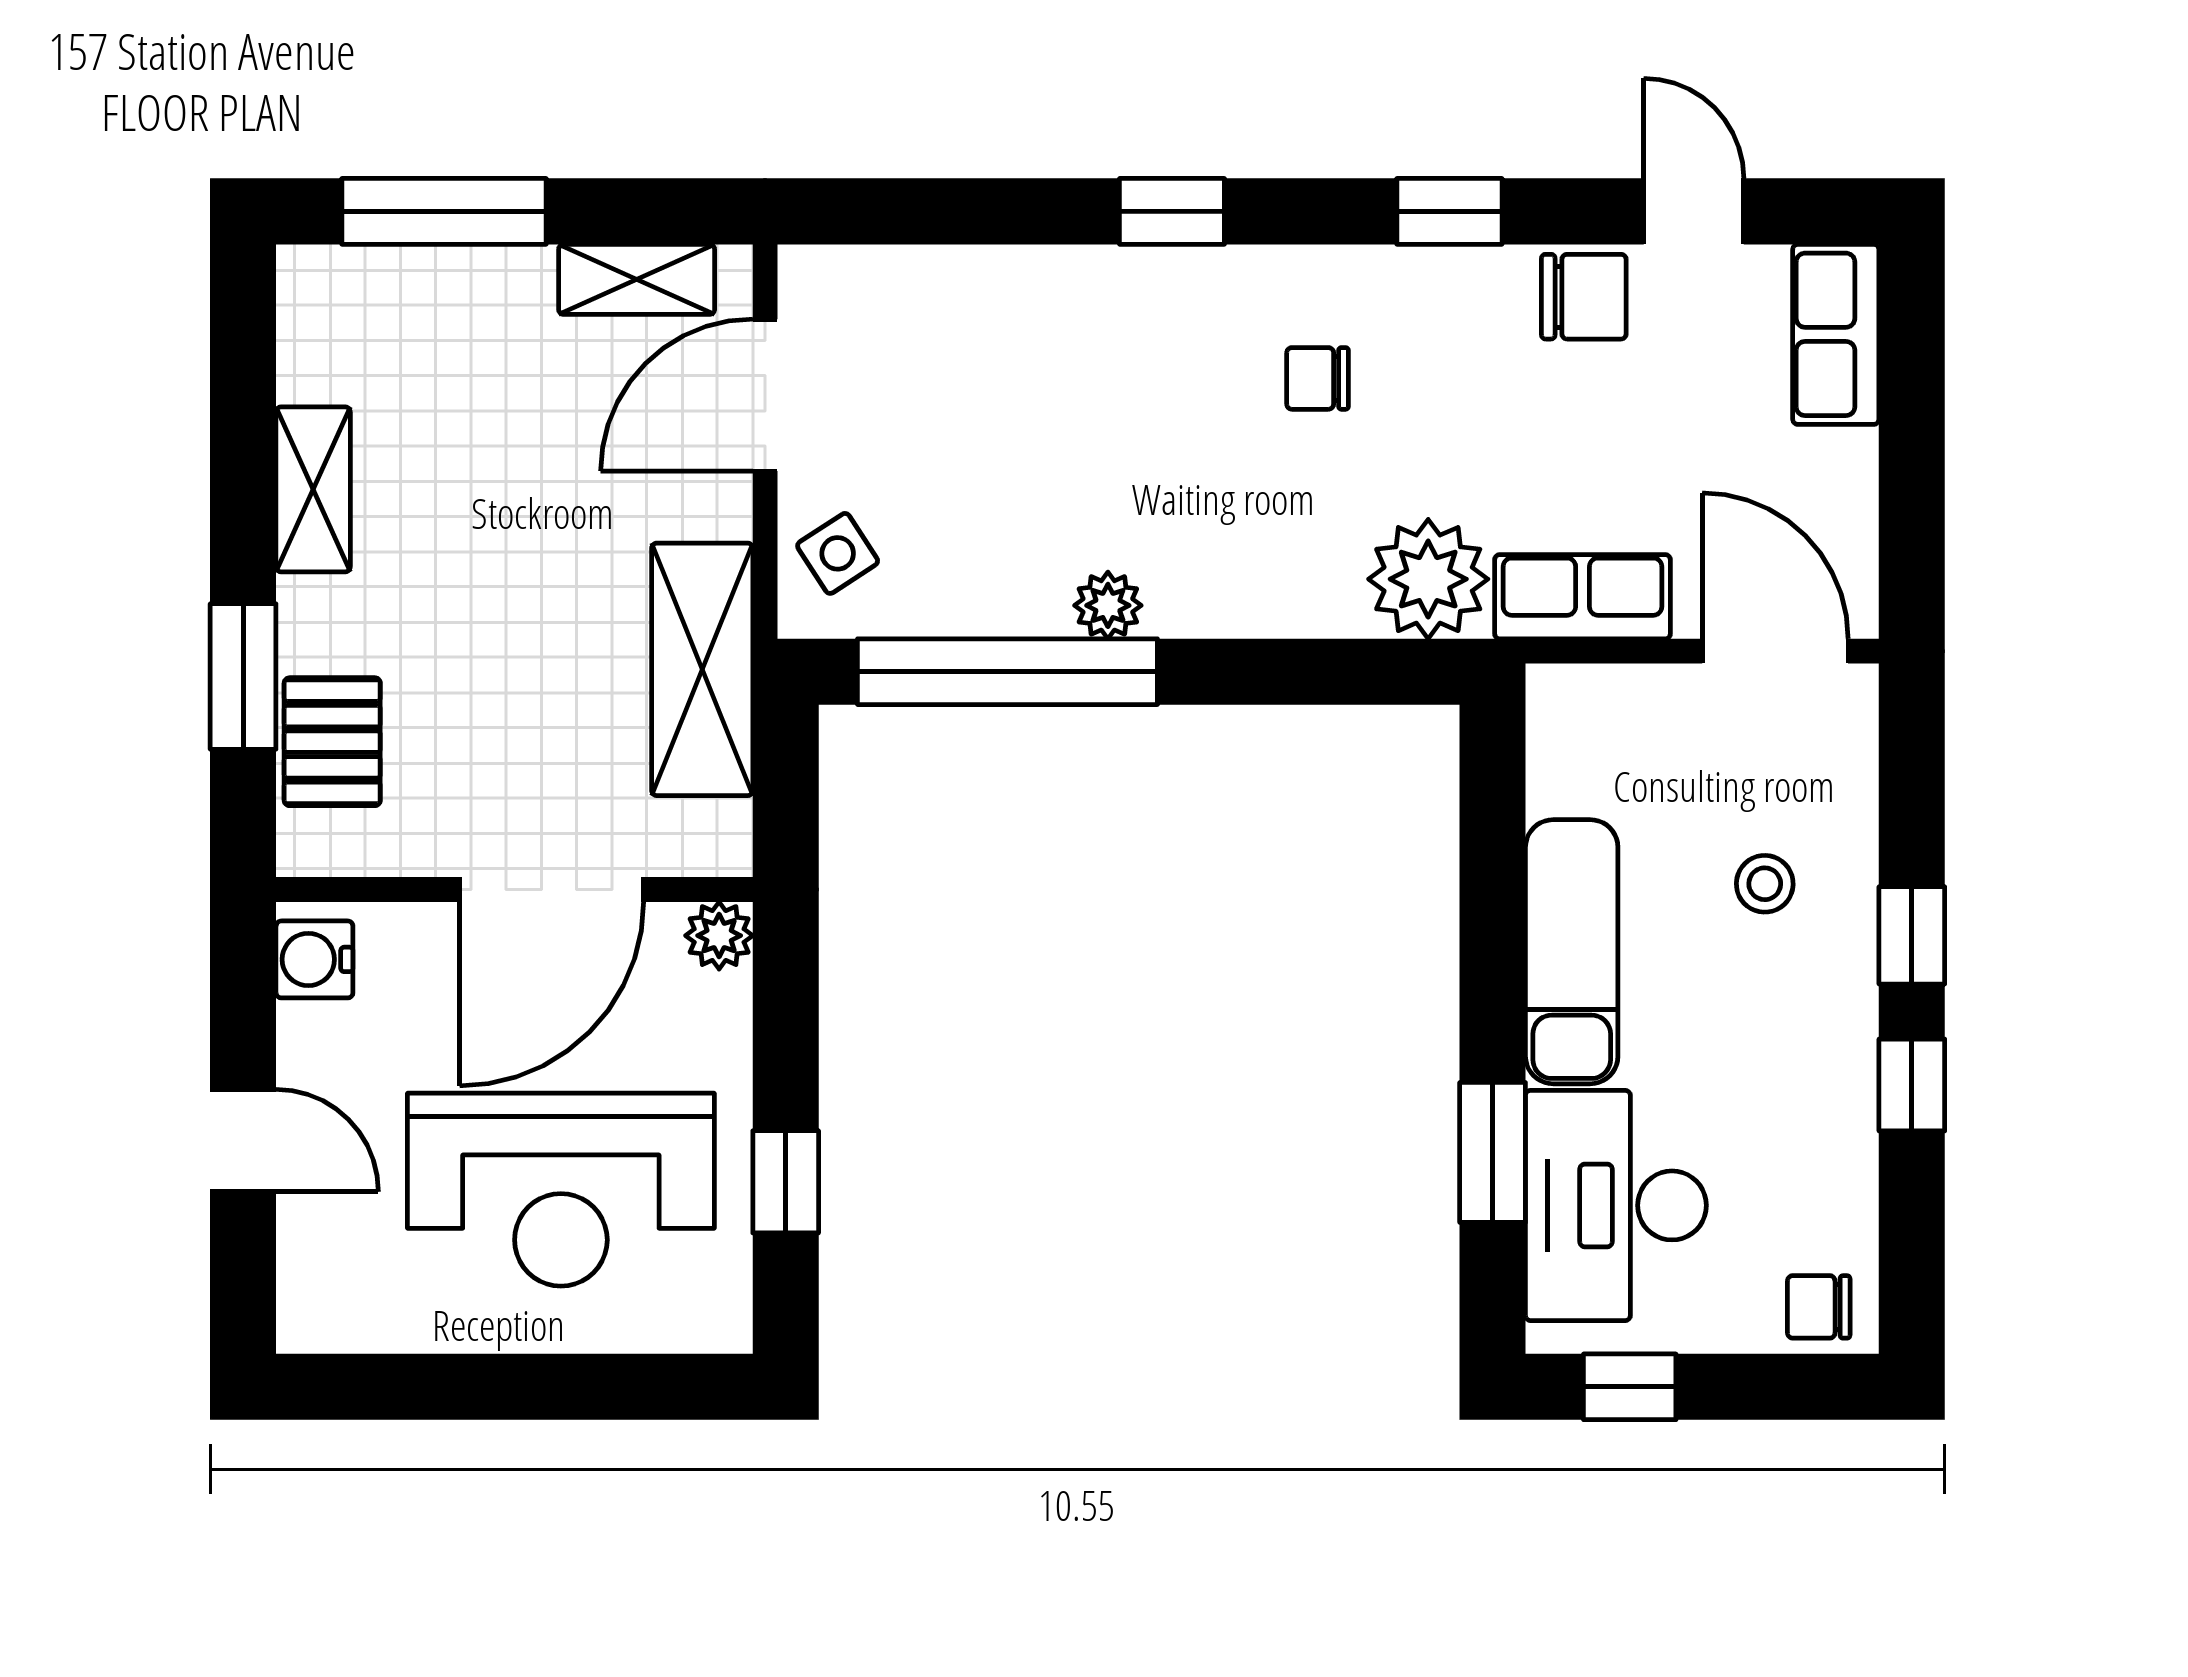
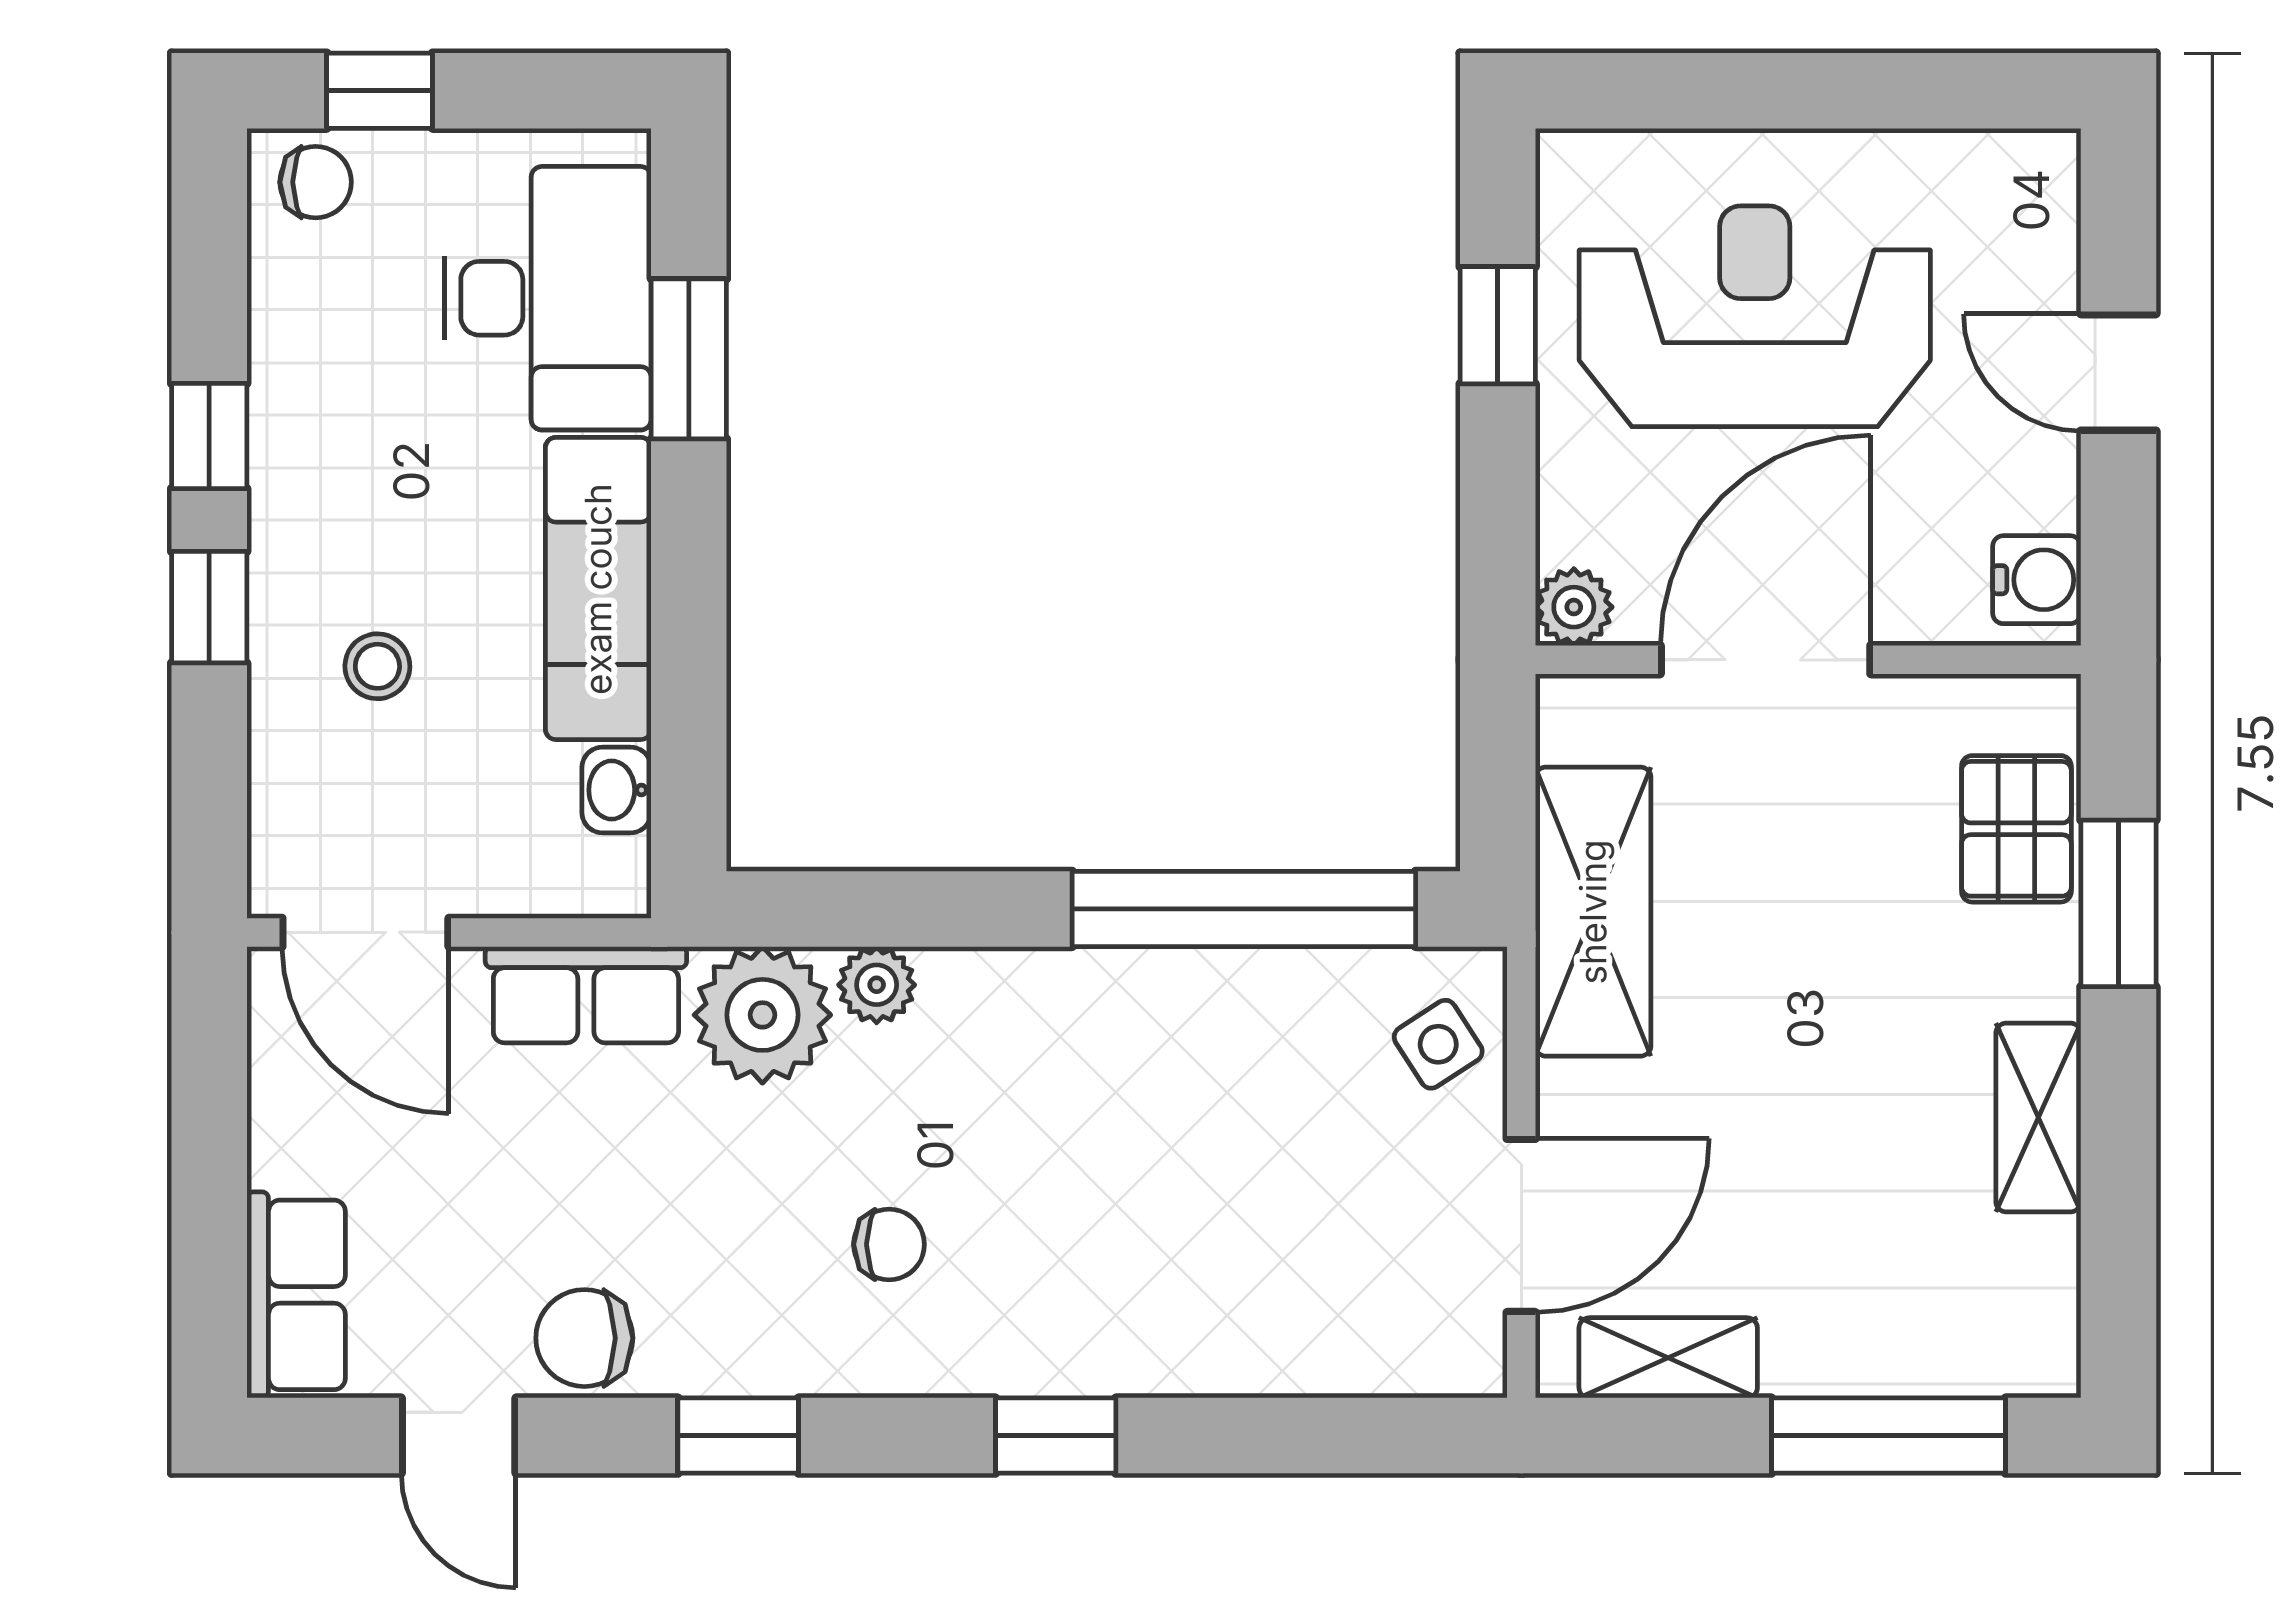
plant: (1108, 605) -> (877, 985), moved
washbasin: (1556, 776) -> (617, 790), added
window: (1630, 1387) -> (380, 91), moved

